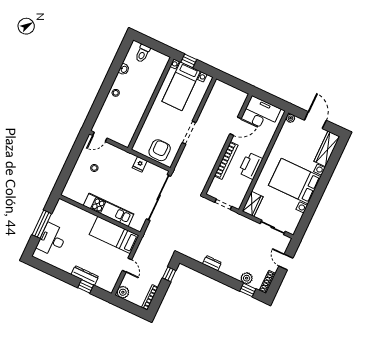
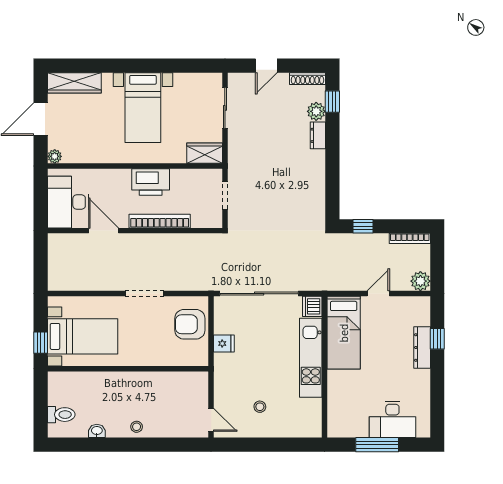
bed with nightstands: (295, 181) -> (143, 108), width x0.73
dishwasher: (137, 224) -> (312, 306), added
dresser: (212, 263) -> (318, 135), moved

